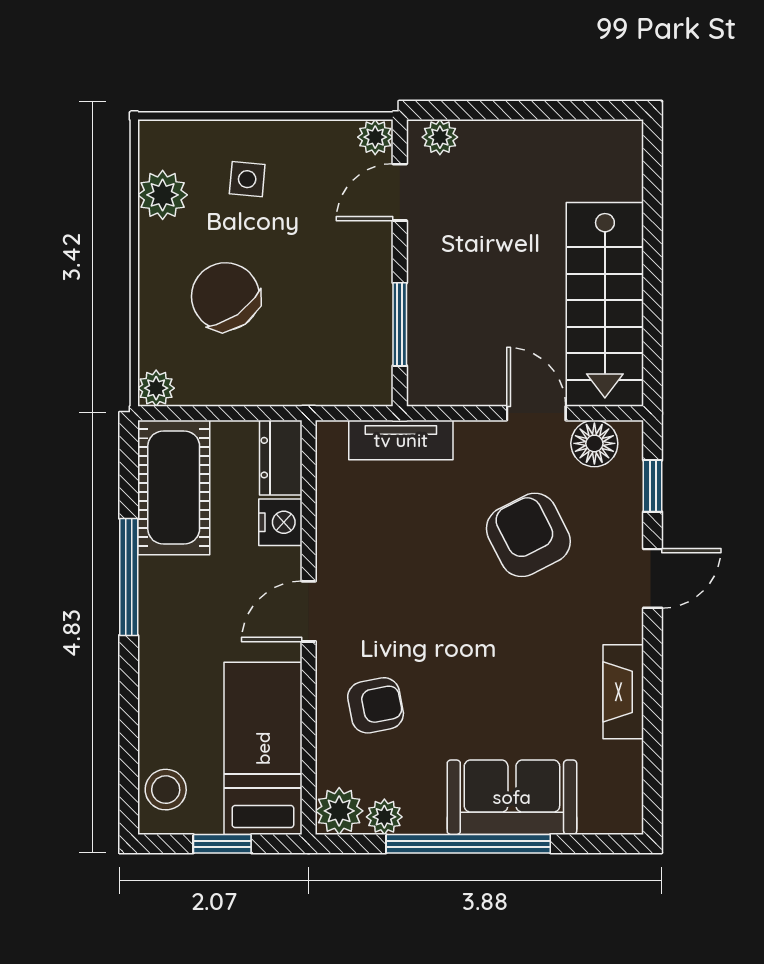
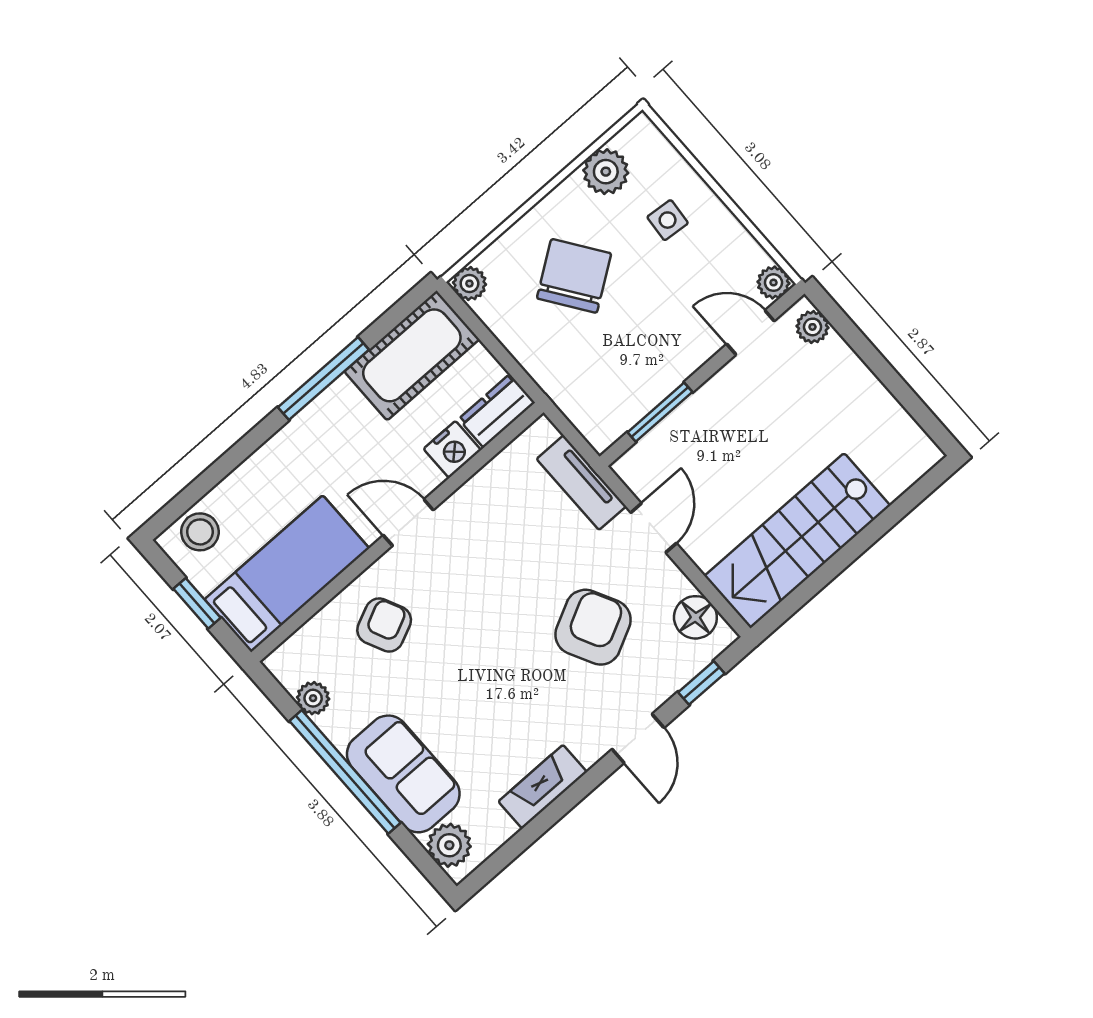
door: (536, 413) -> (654, 528), moved
door: (653, 578) -> (638, 738), hinge flipped
armchair: (376, 705) -> (384, 625), turned -104
plant: (339, 811) -> (449, 845), moved

